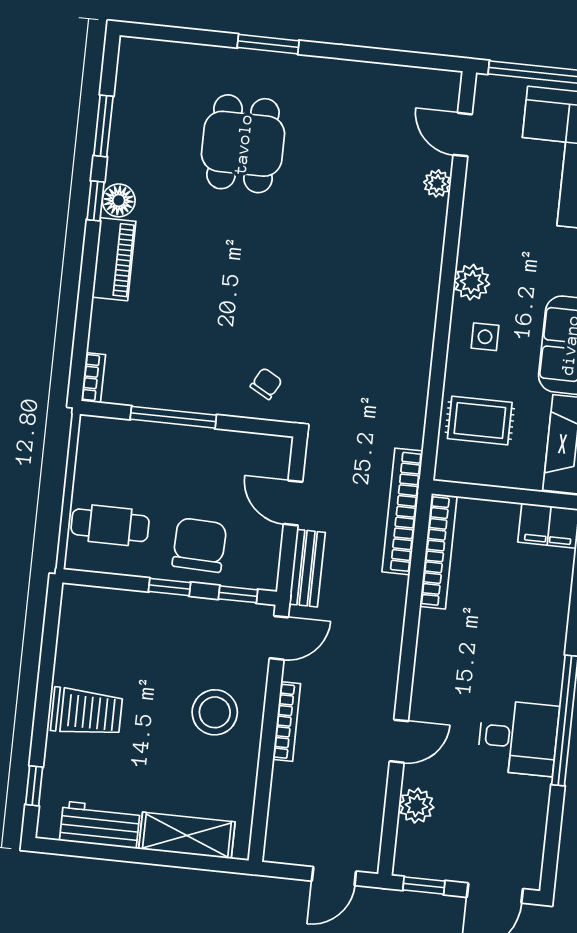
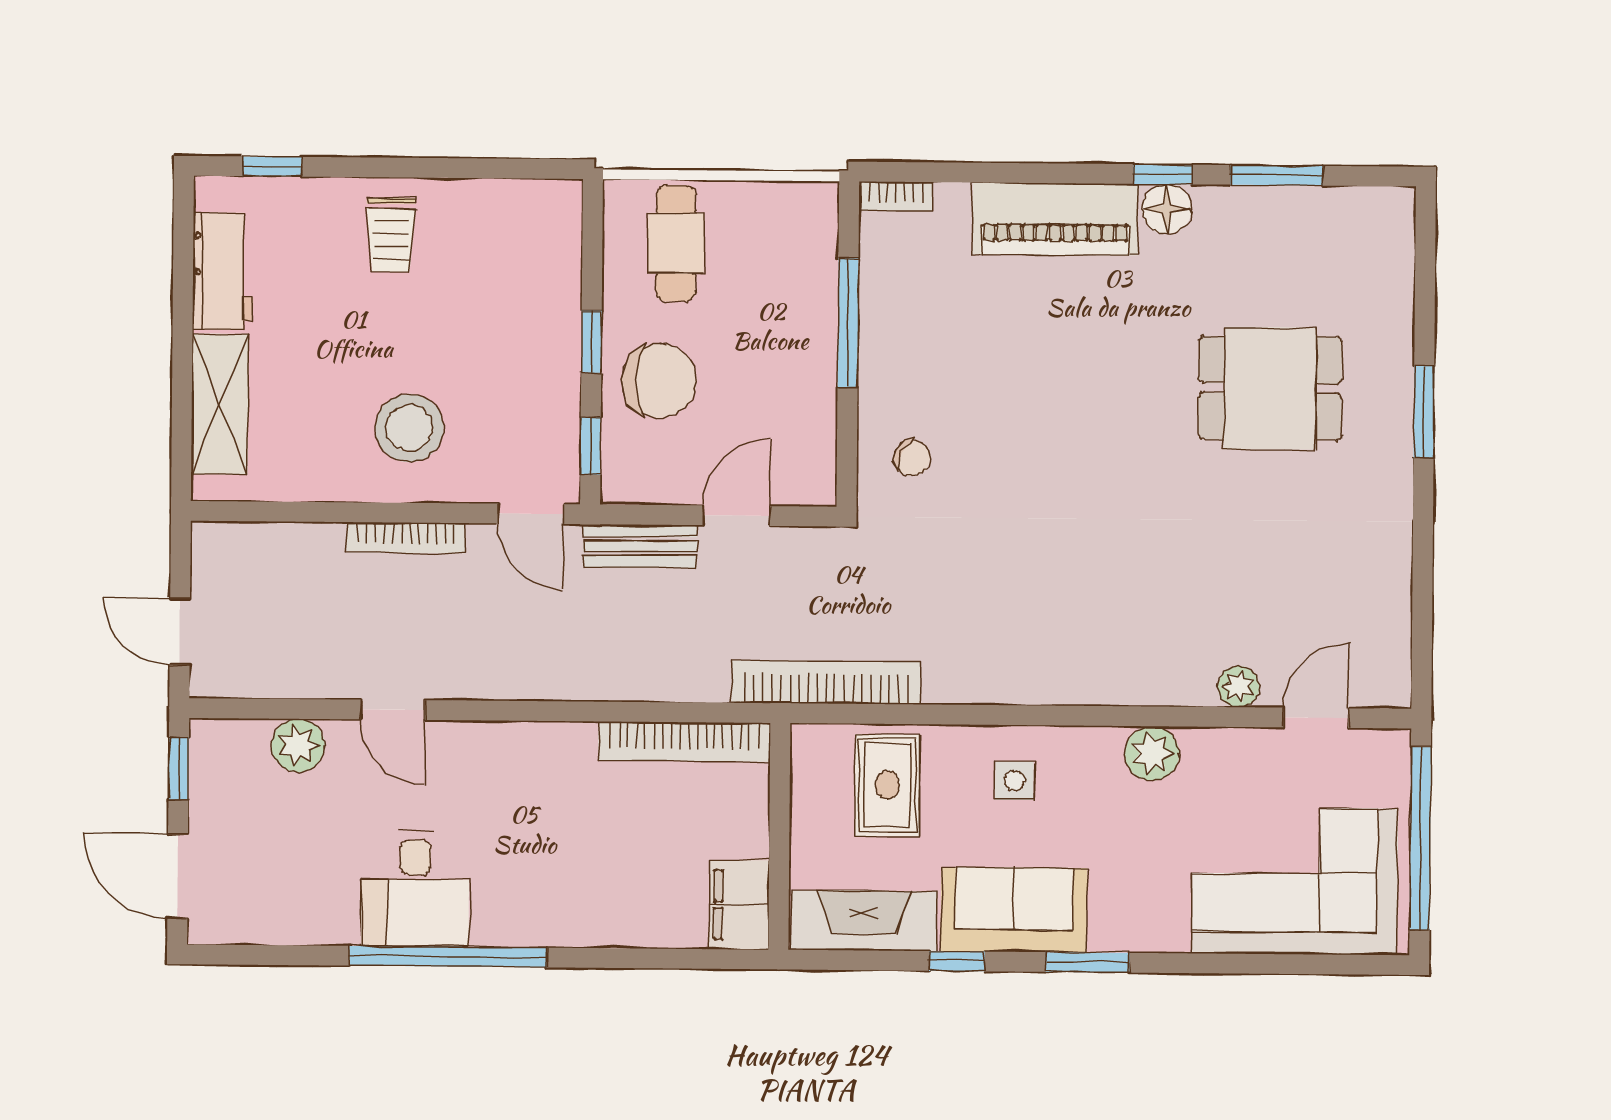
piano: (114, 259) -> (1055, 219), width x1.37, depth x1.33
plant: (472, 282) -> (1152, 753), moved
bookcase: (402, 511) -> (826, 682), moved
trolley: (87, 712) -> (391, 235), width x0.73, depth x0.72

